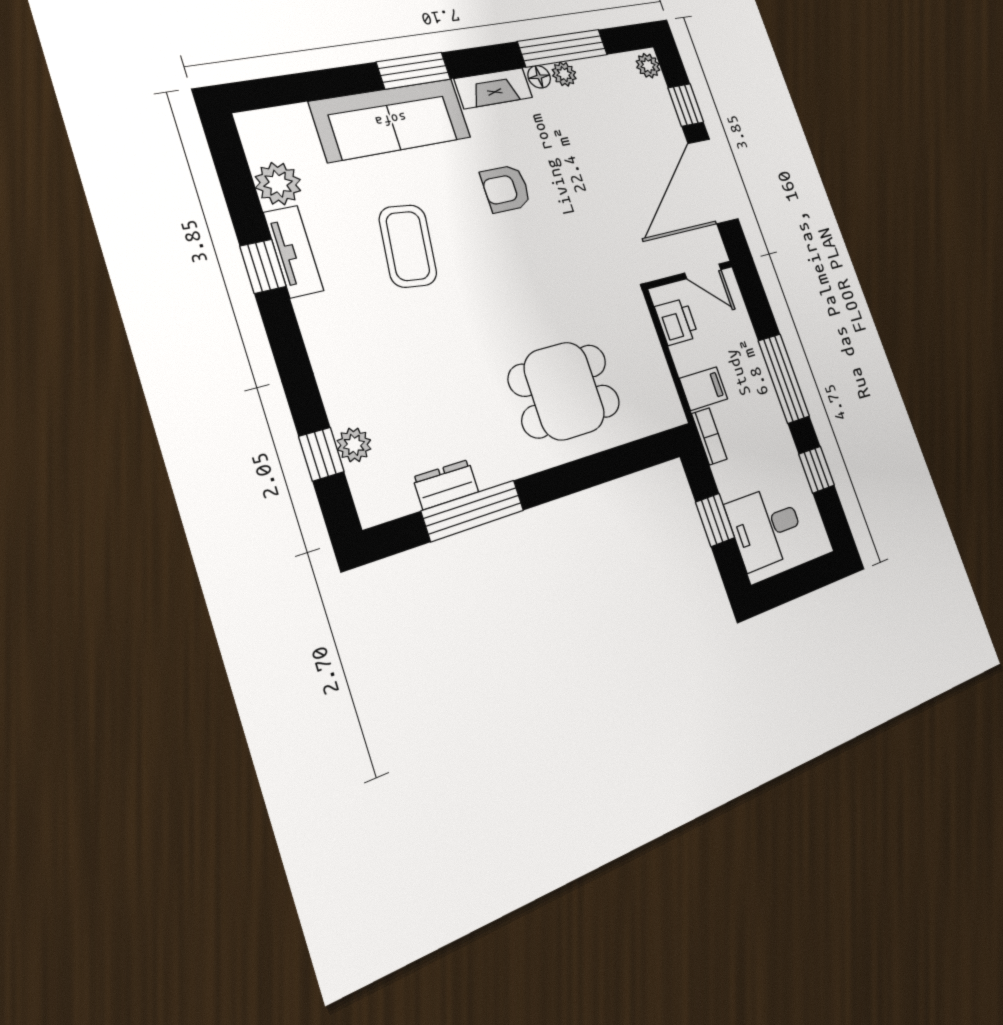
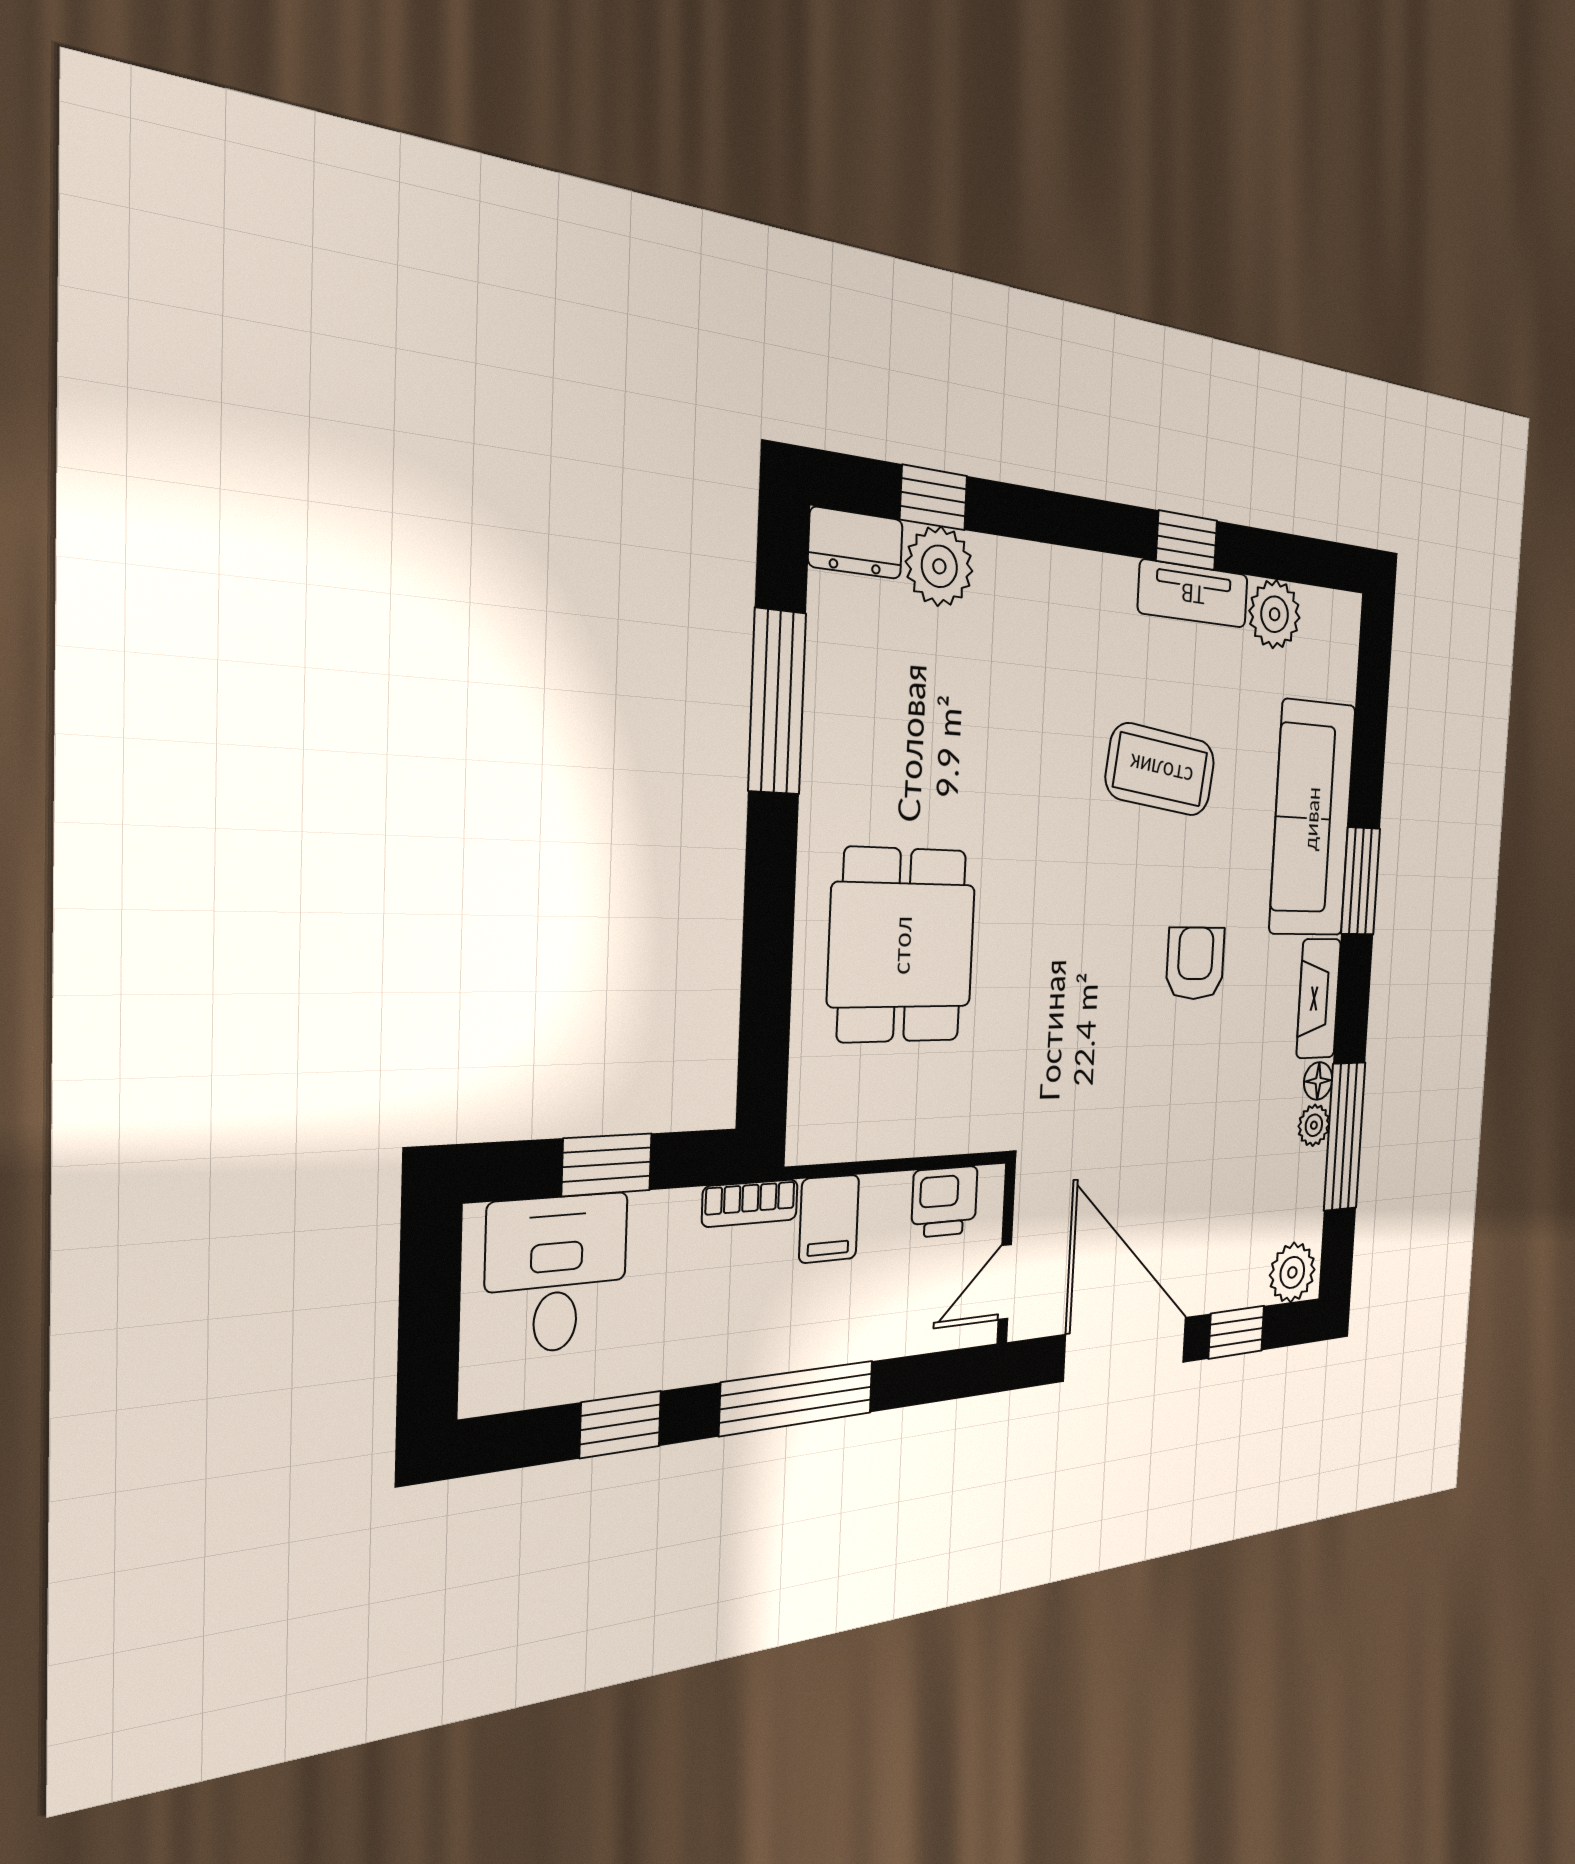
plant: (648, 66) -> (1292, 1272), width x1.38, depth x1.38
plant: (354, 445) -> (939, 566), width x1.38, depth x1.38
dresser: (446, 485) -> (856, 543), moved, turned 90

